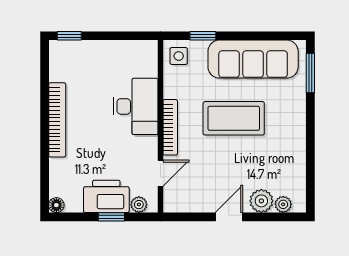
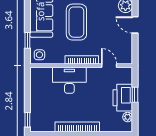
floor lamp: (56, 205) -> (128, 127), removed
plant: (139, 205) -> (128, 117), moved

